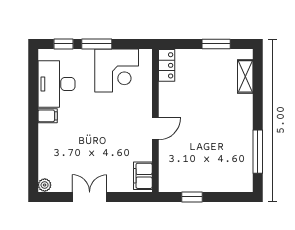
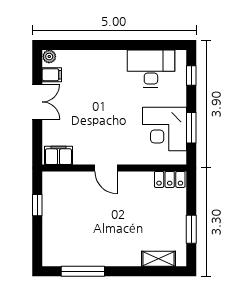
window: (97, 44) -> (191, 128), moved
filing cabinet: (48, 116) -> (52, 75), moved, turned -90

